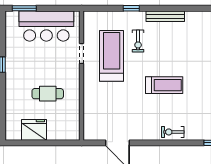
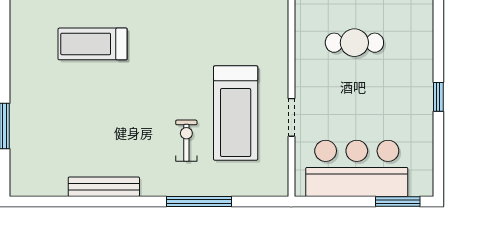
window: (131, 8) -> (199, 202), width x2.17
bench: (165, 16) -> (104, 187), moved
treadmill: (164, 85) -> (93, 44), moved

